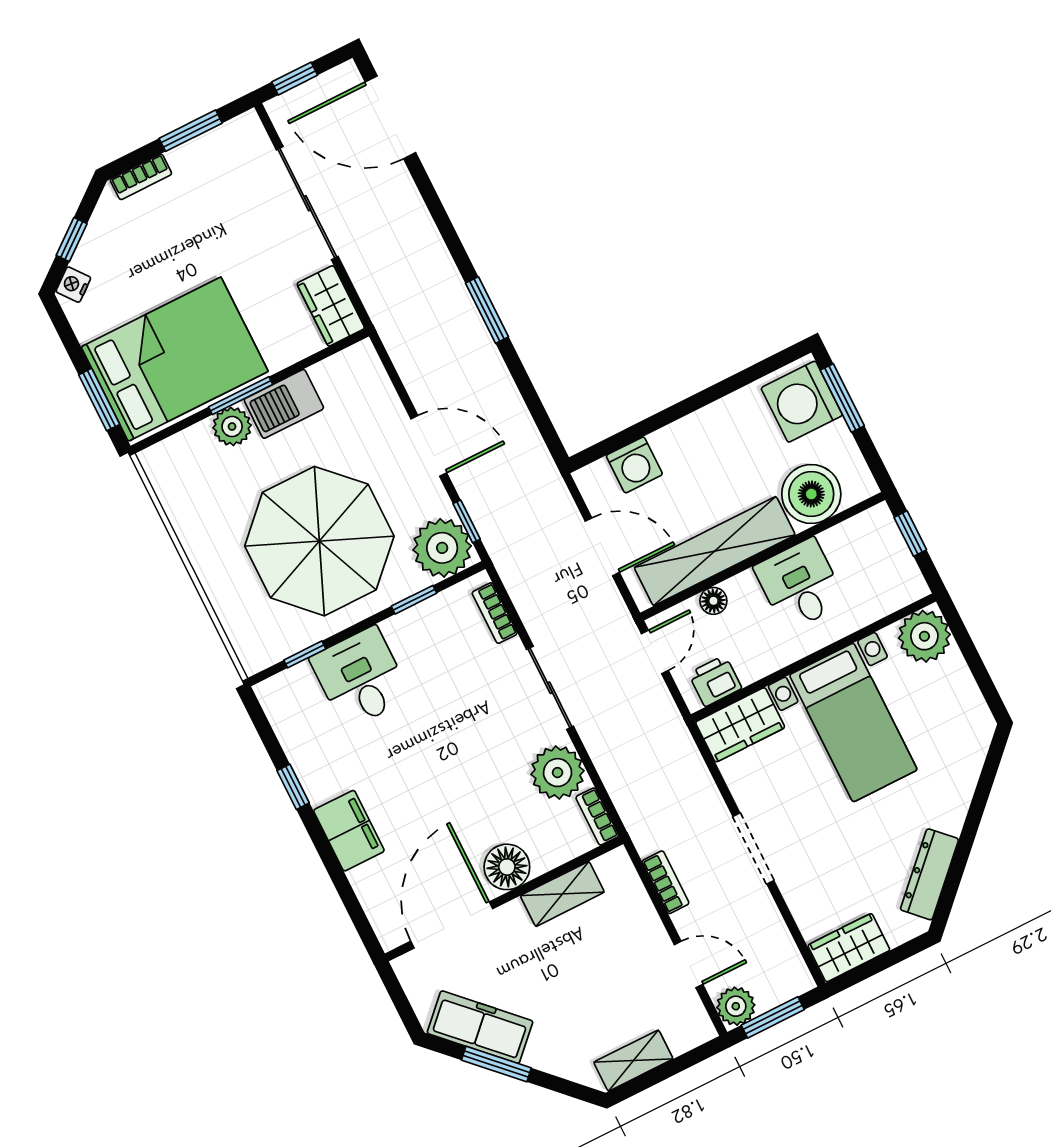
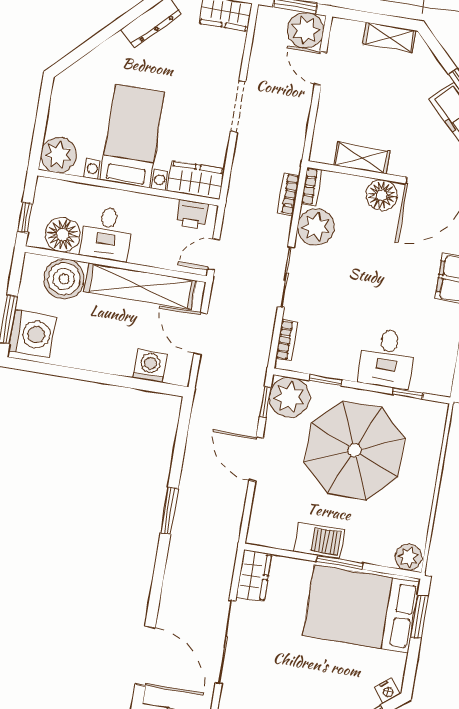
plant: (232, 426) -> (408, 557), moved
floor lamp: (713, 601) -> (63, 235), moved, width x1.89, depth x1.89
bookcase: (666, 882) -> (288, 194), moved
plant: (736, 1006) -> (306, 30), width x1.36, depth x1.36

